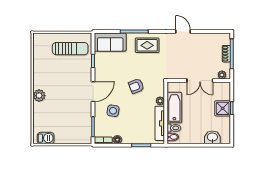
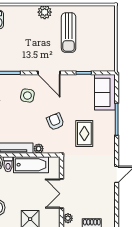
rug: (147, 45) -> (84, 134), moved
sun lounger: (70, 49) -> (69, 33), moved

